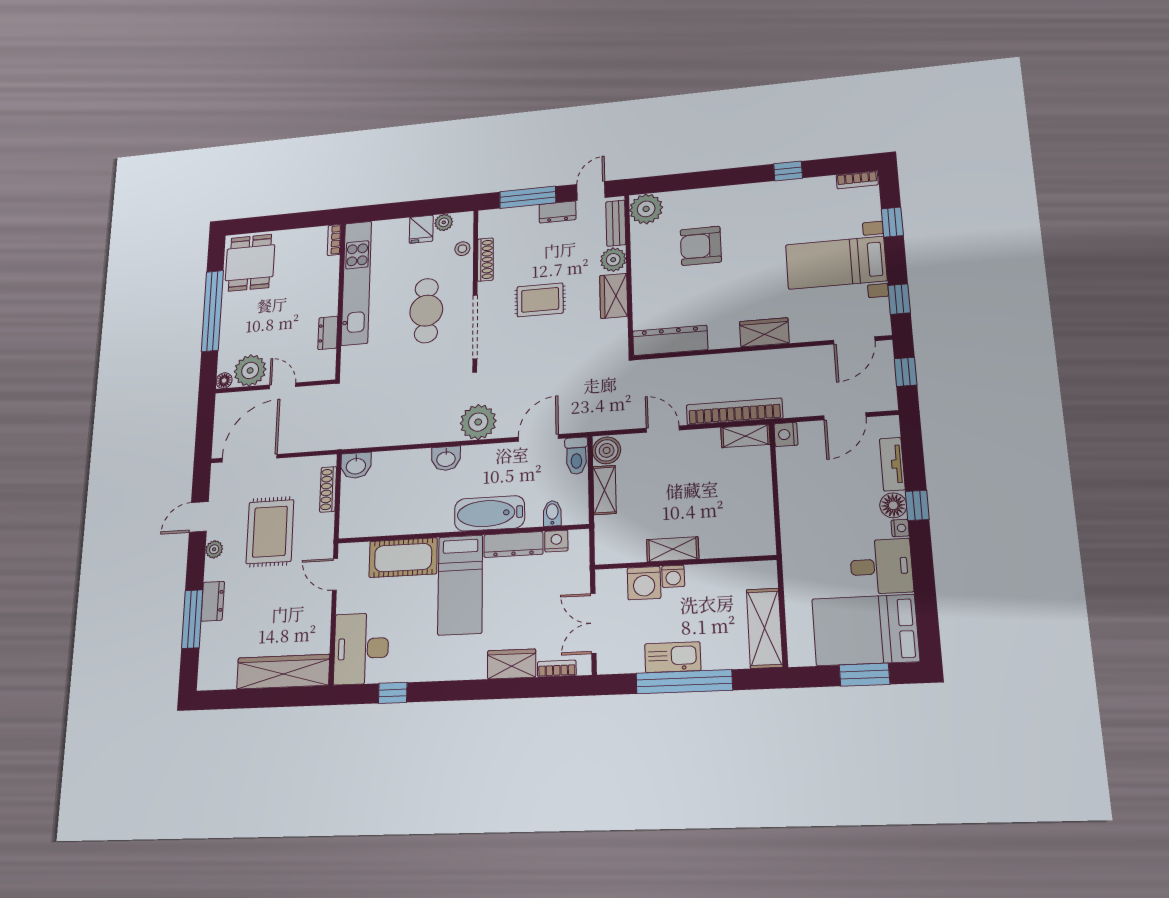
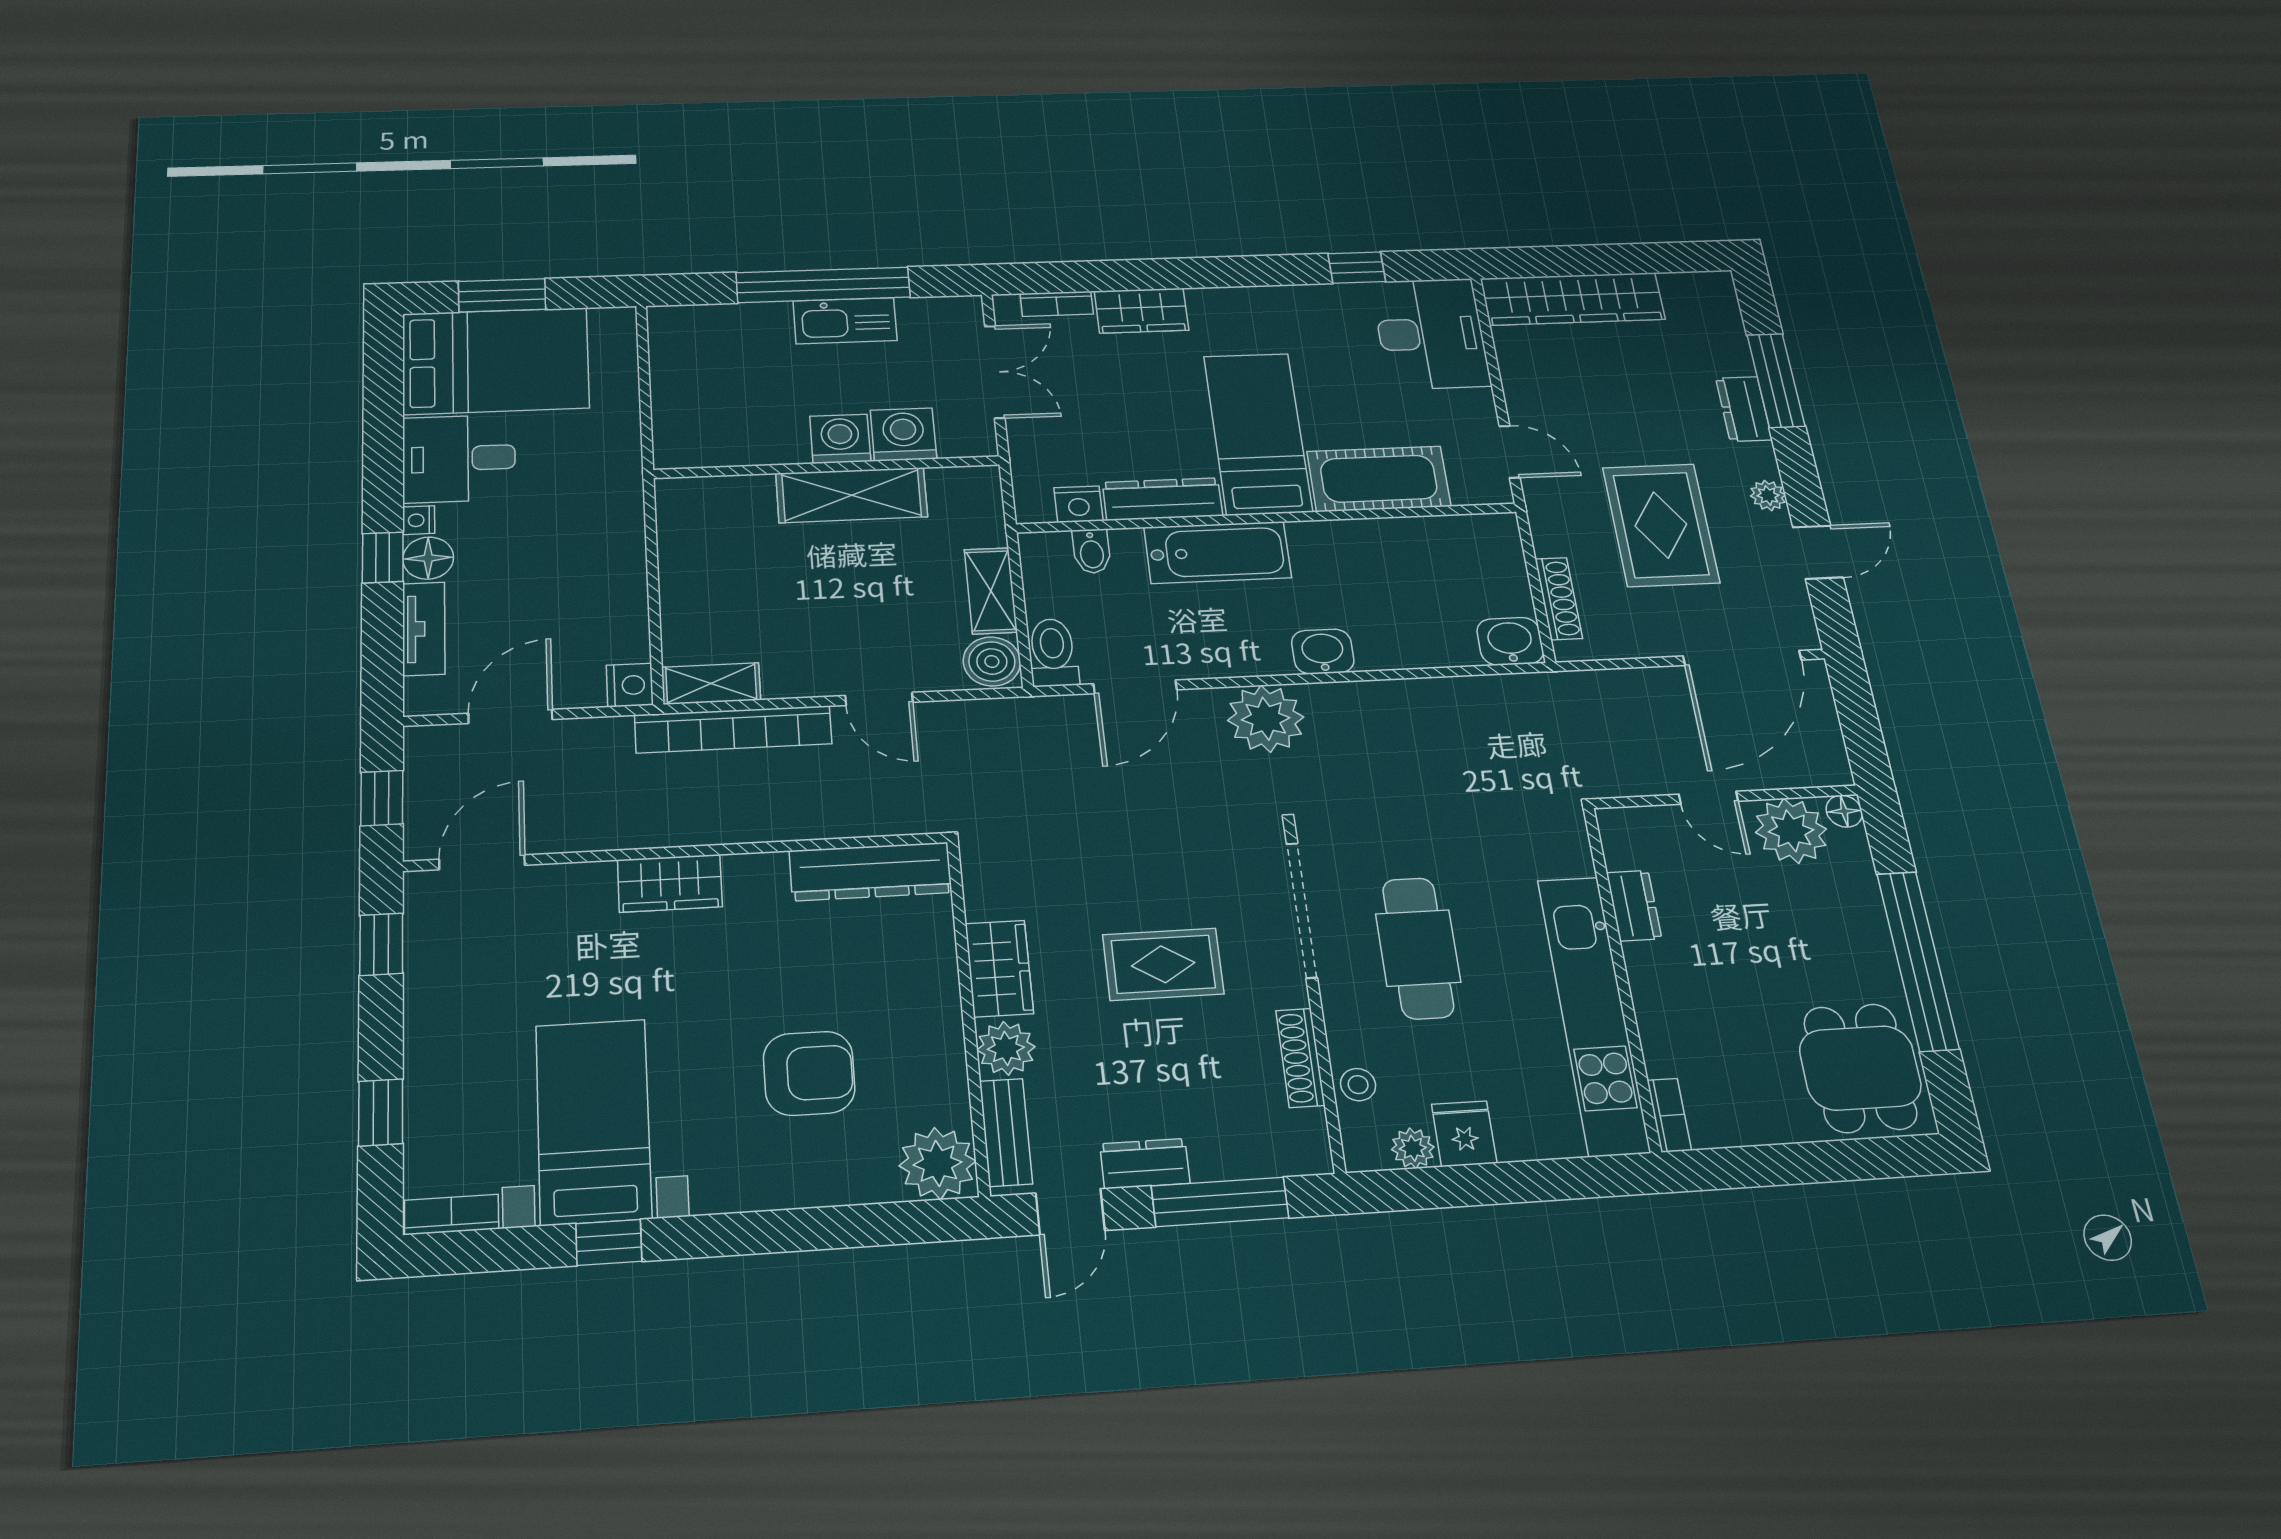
bed with nightstands: (836, 263) -> (593, 1121), moved, turned -90
shelving: (673, 549) -> (852, 495), width x1.50, depth x1.33
washing machine: (673, 576) -> (840, 439), width x1.38, depth x1.38
shelving: (765, 628) -> (678, 364), removed

